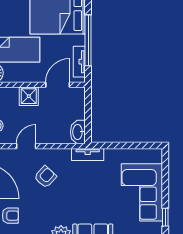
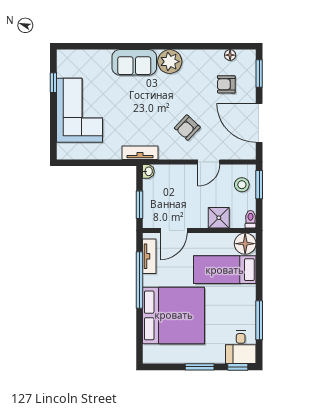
shower: (29, 96) -> (219, 218), moved
window: (88, 108) -> (140, 205), added
washbasin: (78, 132) -> (148, 171), width x0.52, depth x0.69

